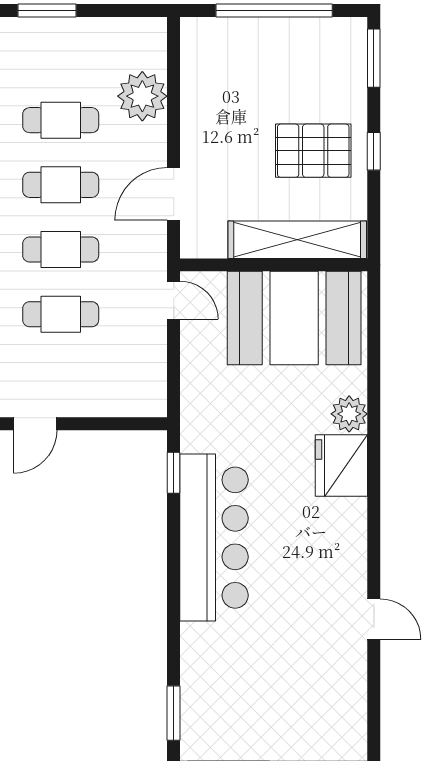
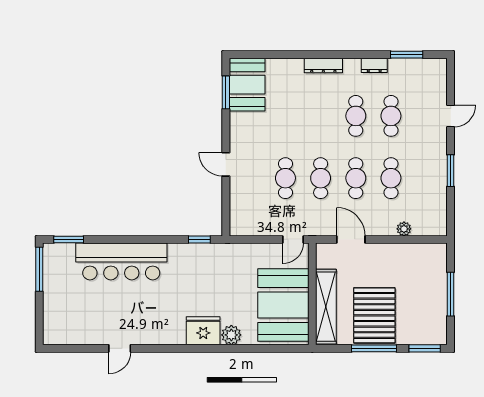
window: (274, 11) -> (451, 294), width x0.68
plant: (142, 96) -> (404, 229), width x0.53, depth x0.53
pallet: (313, 151) -> (374, 315), width x1.37, depth x1.41
window: (374, 151) -> (374, 348), width x2.17
bar counter: (214, 538) -> (121, 261), moved

